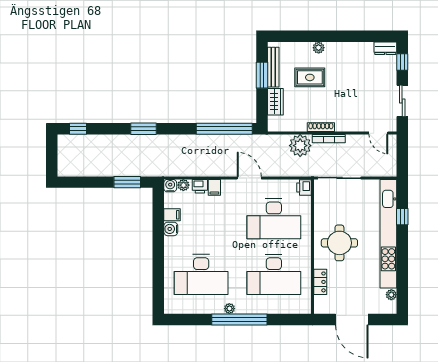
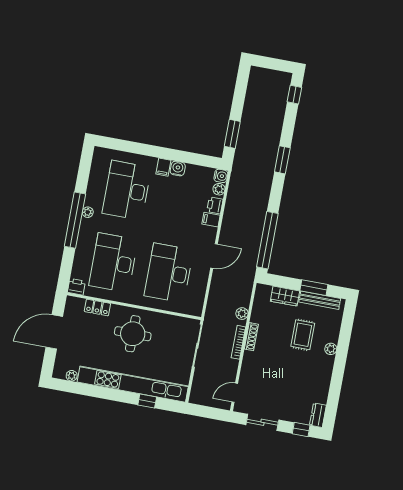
plant: (300, 146) -> (242, 314), width x0.53, depth x0.53
printer: (304, 188) -> (76, 287), moved
filing cabinet: (172, 215) -> (163, 167), moved

